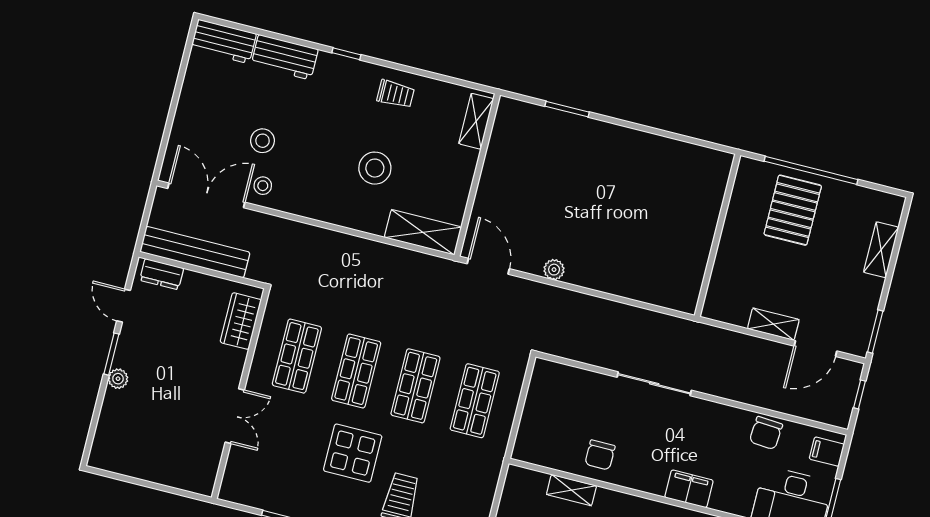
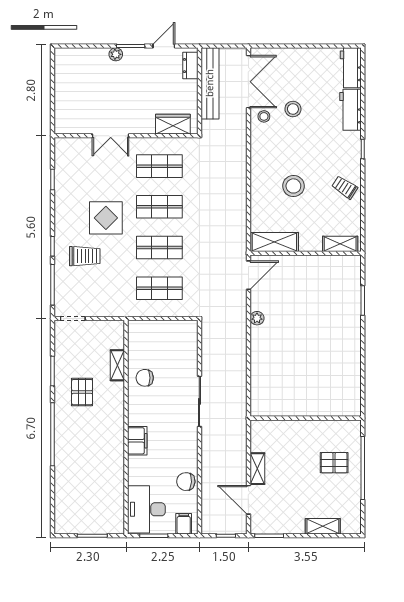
trolley: (396, 94) -> (345, 187), turned 123
pallet: (793, 210) -> (334, 463), width x0.67, depth x0.71
shelving: (423, 232) -> (274, 242), moved, turned 90

